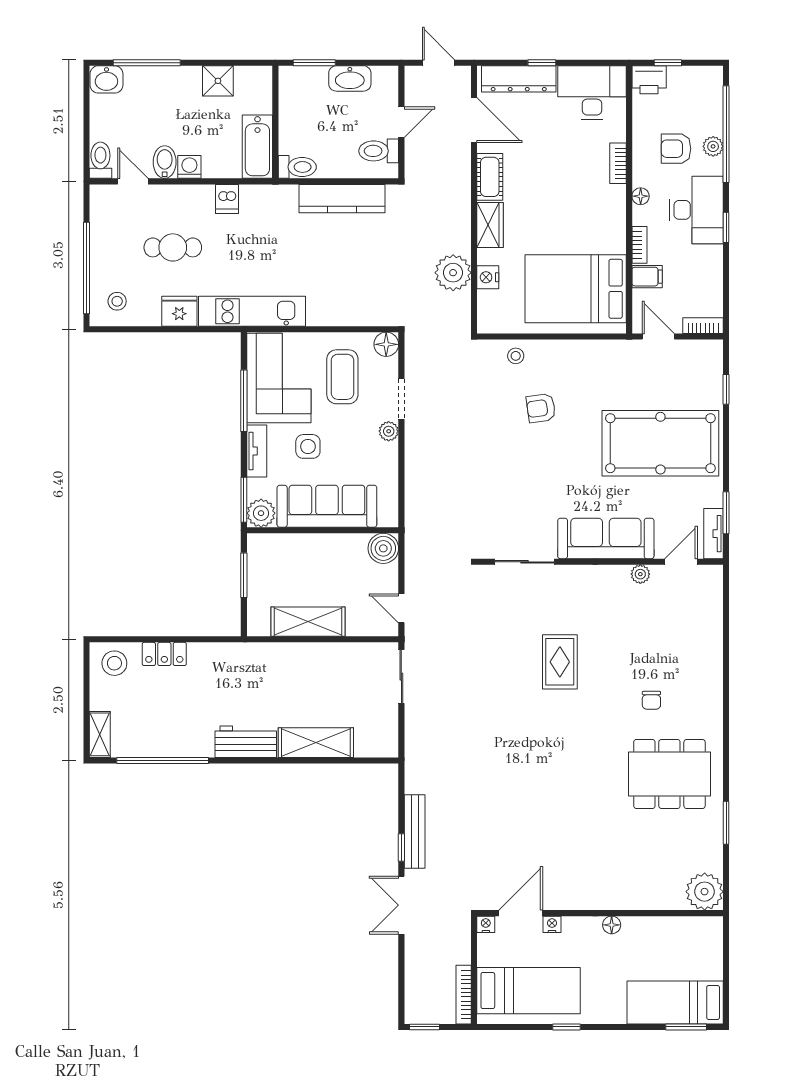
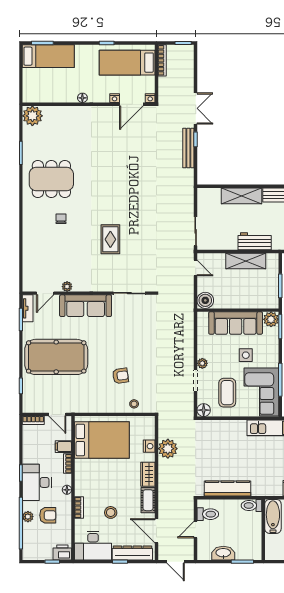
stool: (559, 154) -> (111, 512), added
tv unit: (257, 451) -> (273, 353), removed
workbench: (291, 658) -> (255, 241), added

